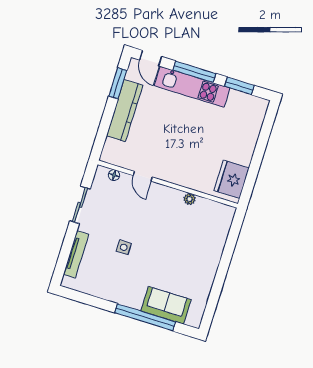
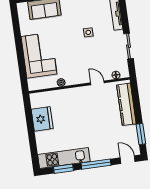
kitchen unit: (192, 87) -> (64, 158), moved
kitchen counter: (125, 111) -> (126, 104), moved
fridge: (232, 179) -> (42, 119), moved
corner sofa: (202, 248) -> (39, 55), added

